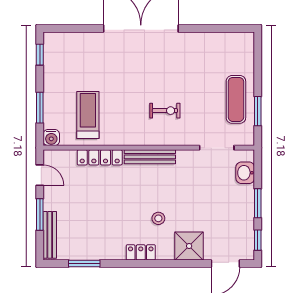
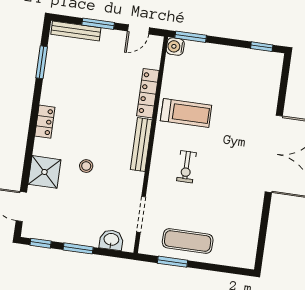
window: (40, 108) -> (191, 37), moved
treadmill: (88, 115) -> (186, 113), moved
stool: (158, 218) -> (86, 166), moved

